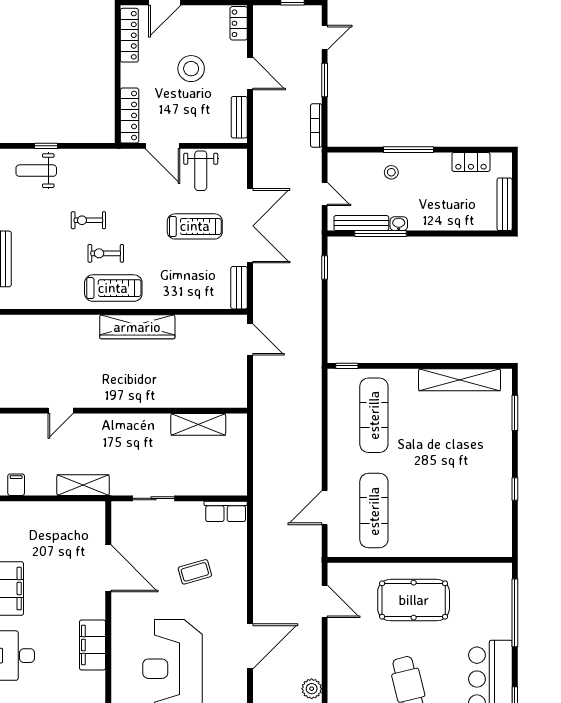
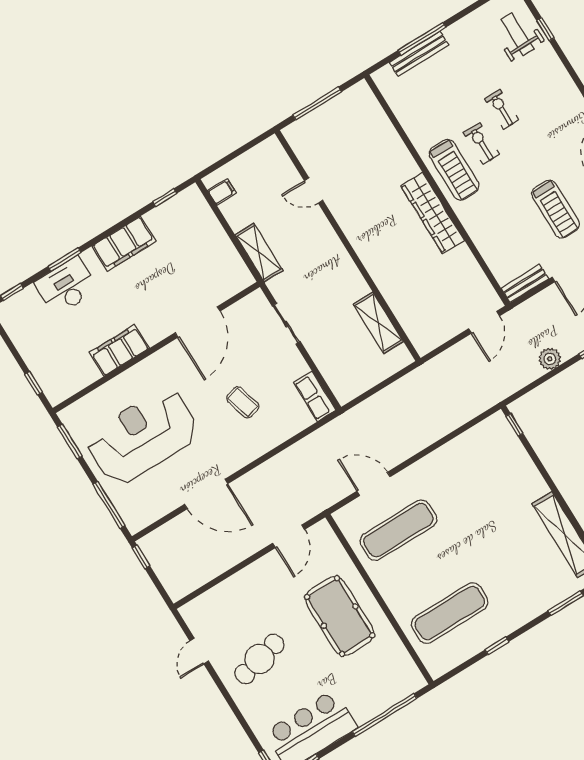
exercise mat: (374, 415) -> (450, 613), moved
plant: (312, 689) -> (550, 359), moved

